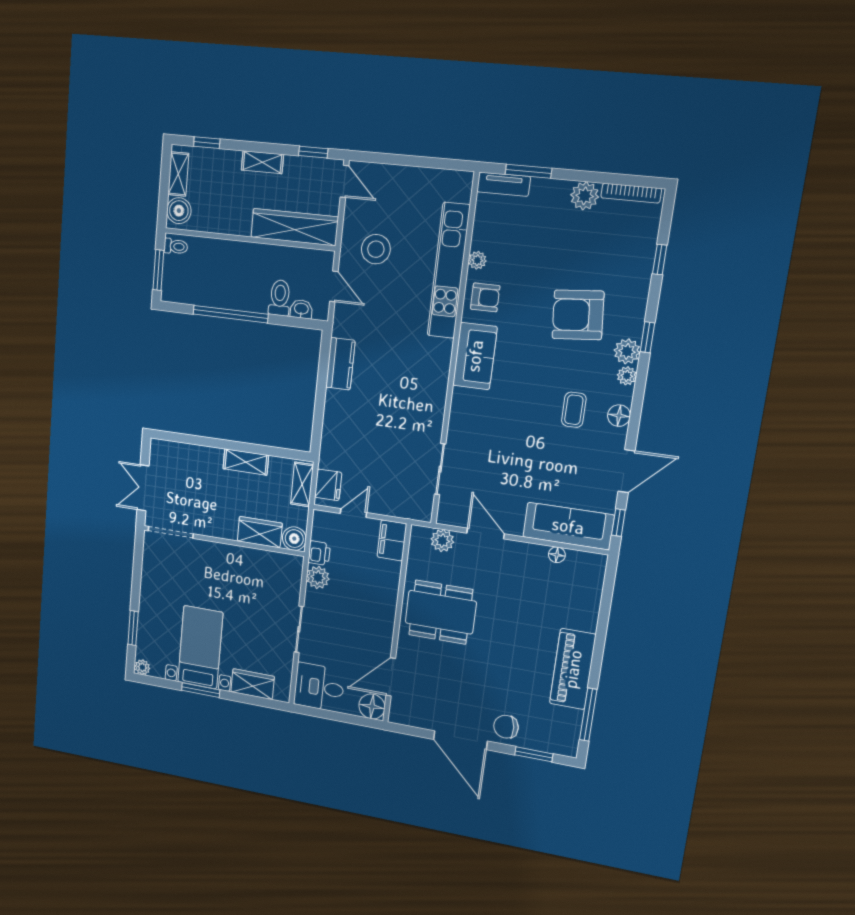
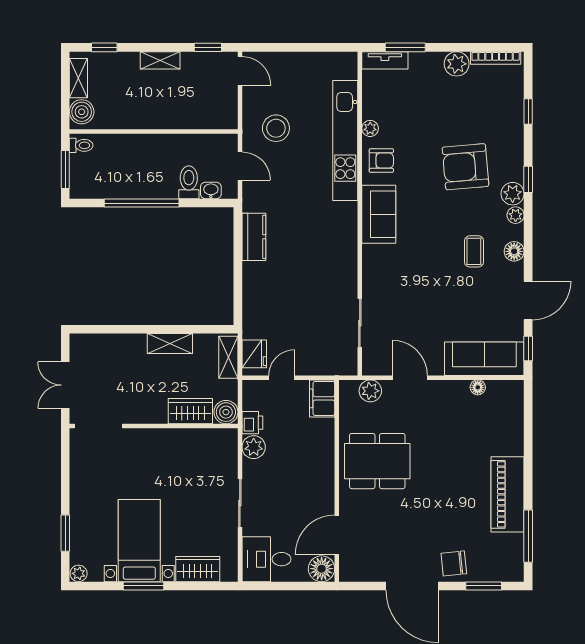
wardrobe: (294, 227) -> (197, 116), removed

